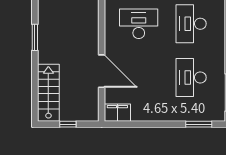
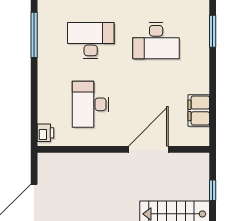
desk: (191, 24) -> (91, 41), turned 180
filing cabinet: (117, 113) -> (199, 110), moved

